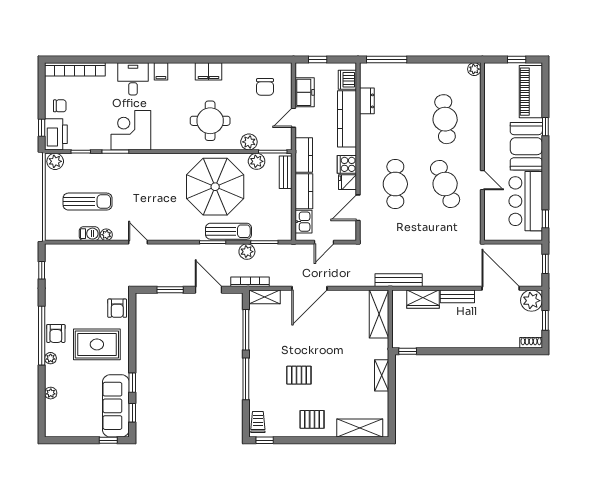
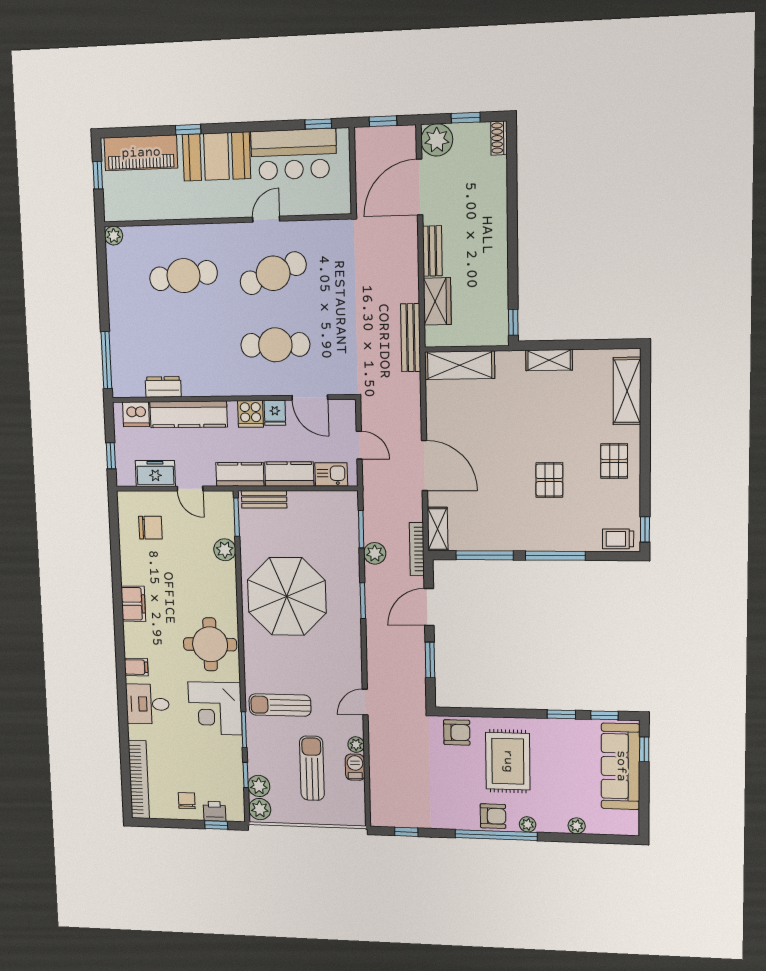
round table: (210, 121) -> (210, 644), moved
printer: (56, 134) -> (215, 811), width x0.53, depth x0.68
plant: (257, 161) -> (259, 786), moved
sun lounger: (229, 231) -> (280, 705), moved, turned -90
sofa: (116, 406) -> (621, 766), moved, turned 90

